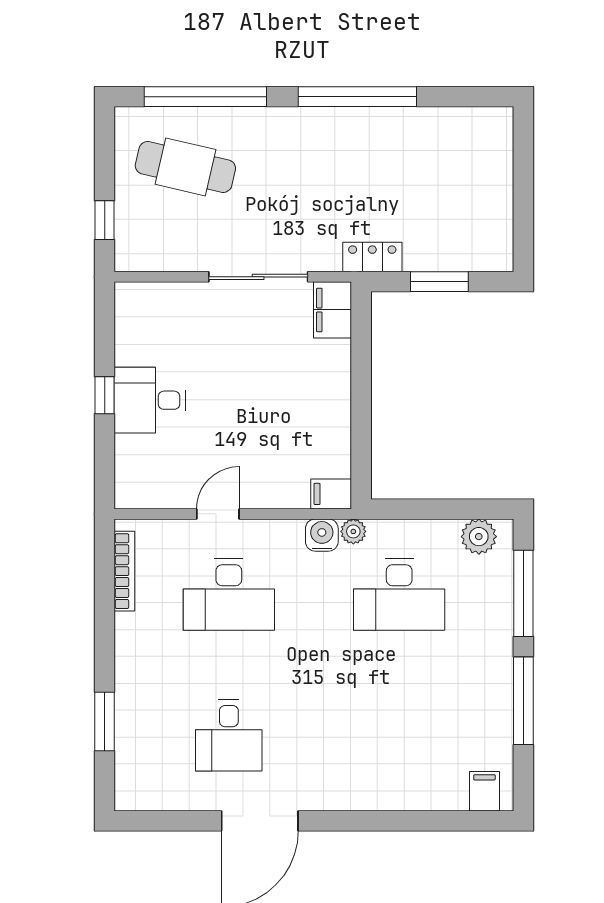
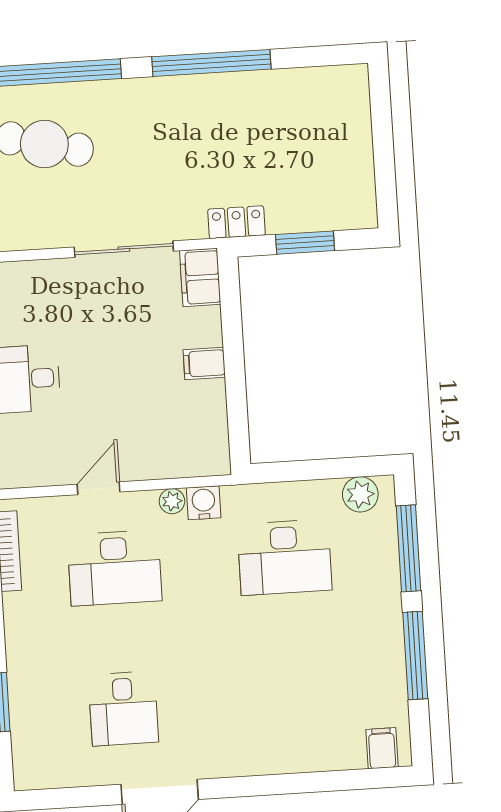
filing cabinet: (331, 494) -> (204, 363), moved
plant: (353, 531) -> (172, 501), moved

